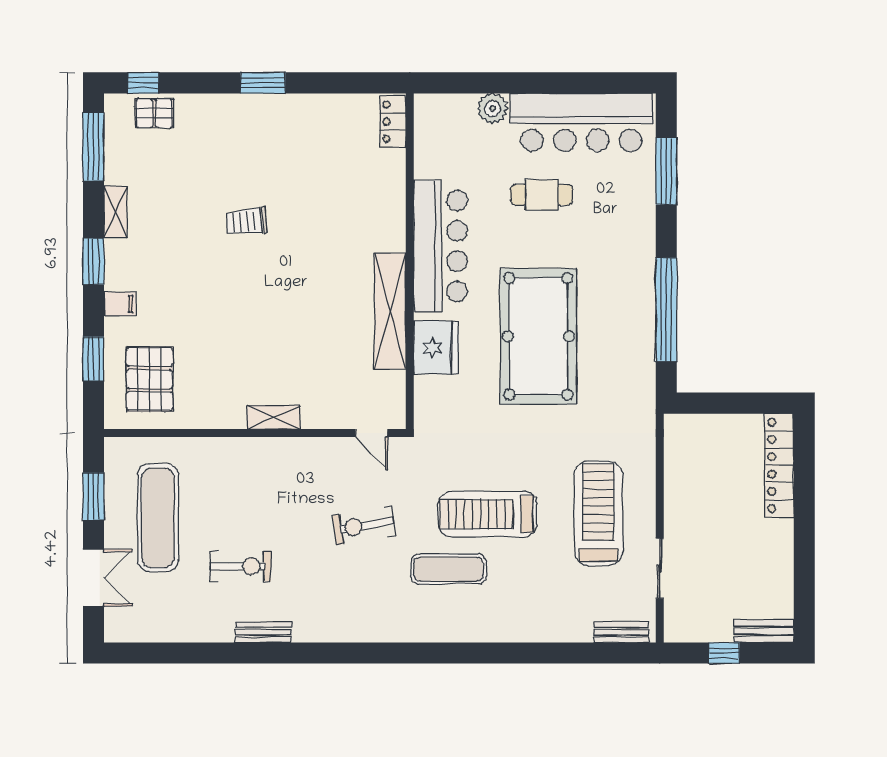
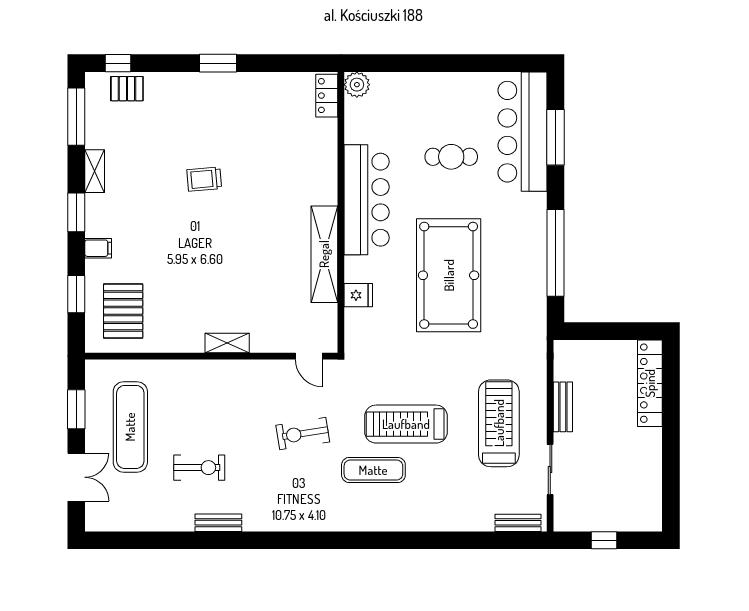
plant: (493, 108) -> (357, 85), moved
bar counter: (581, 122) -> (522, 132), moved, turned 90
fridge: (436, 348) -> (358, 295), width x0.53, depth x0.75
bench: (764, 631) -> (563, 407), moved, turned 90

